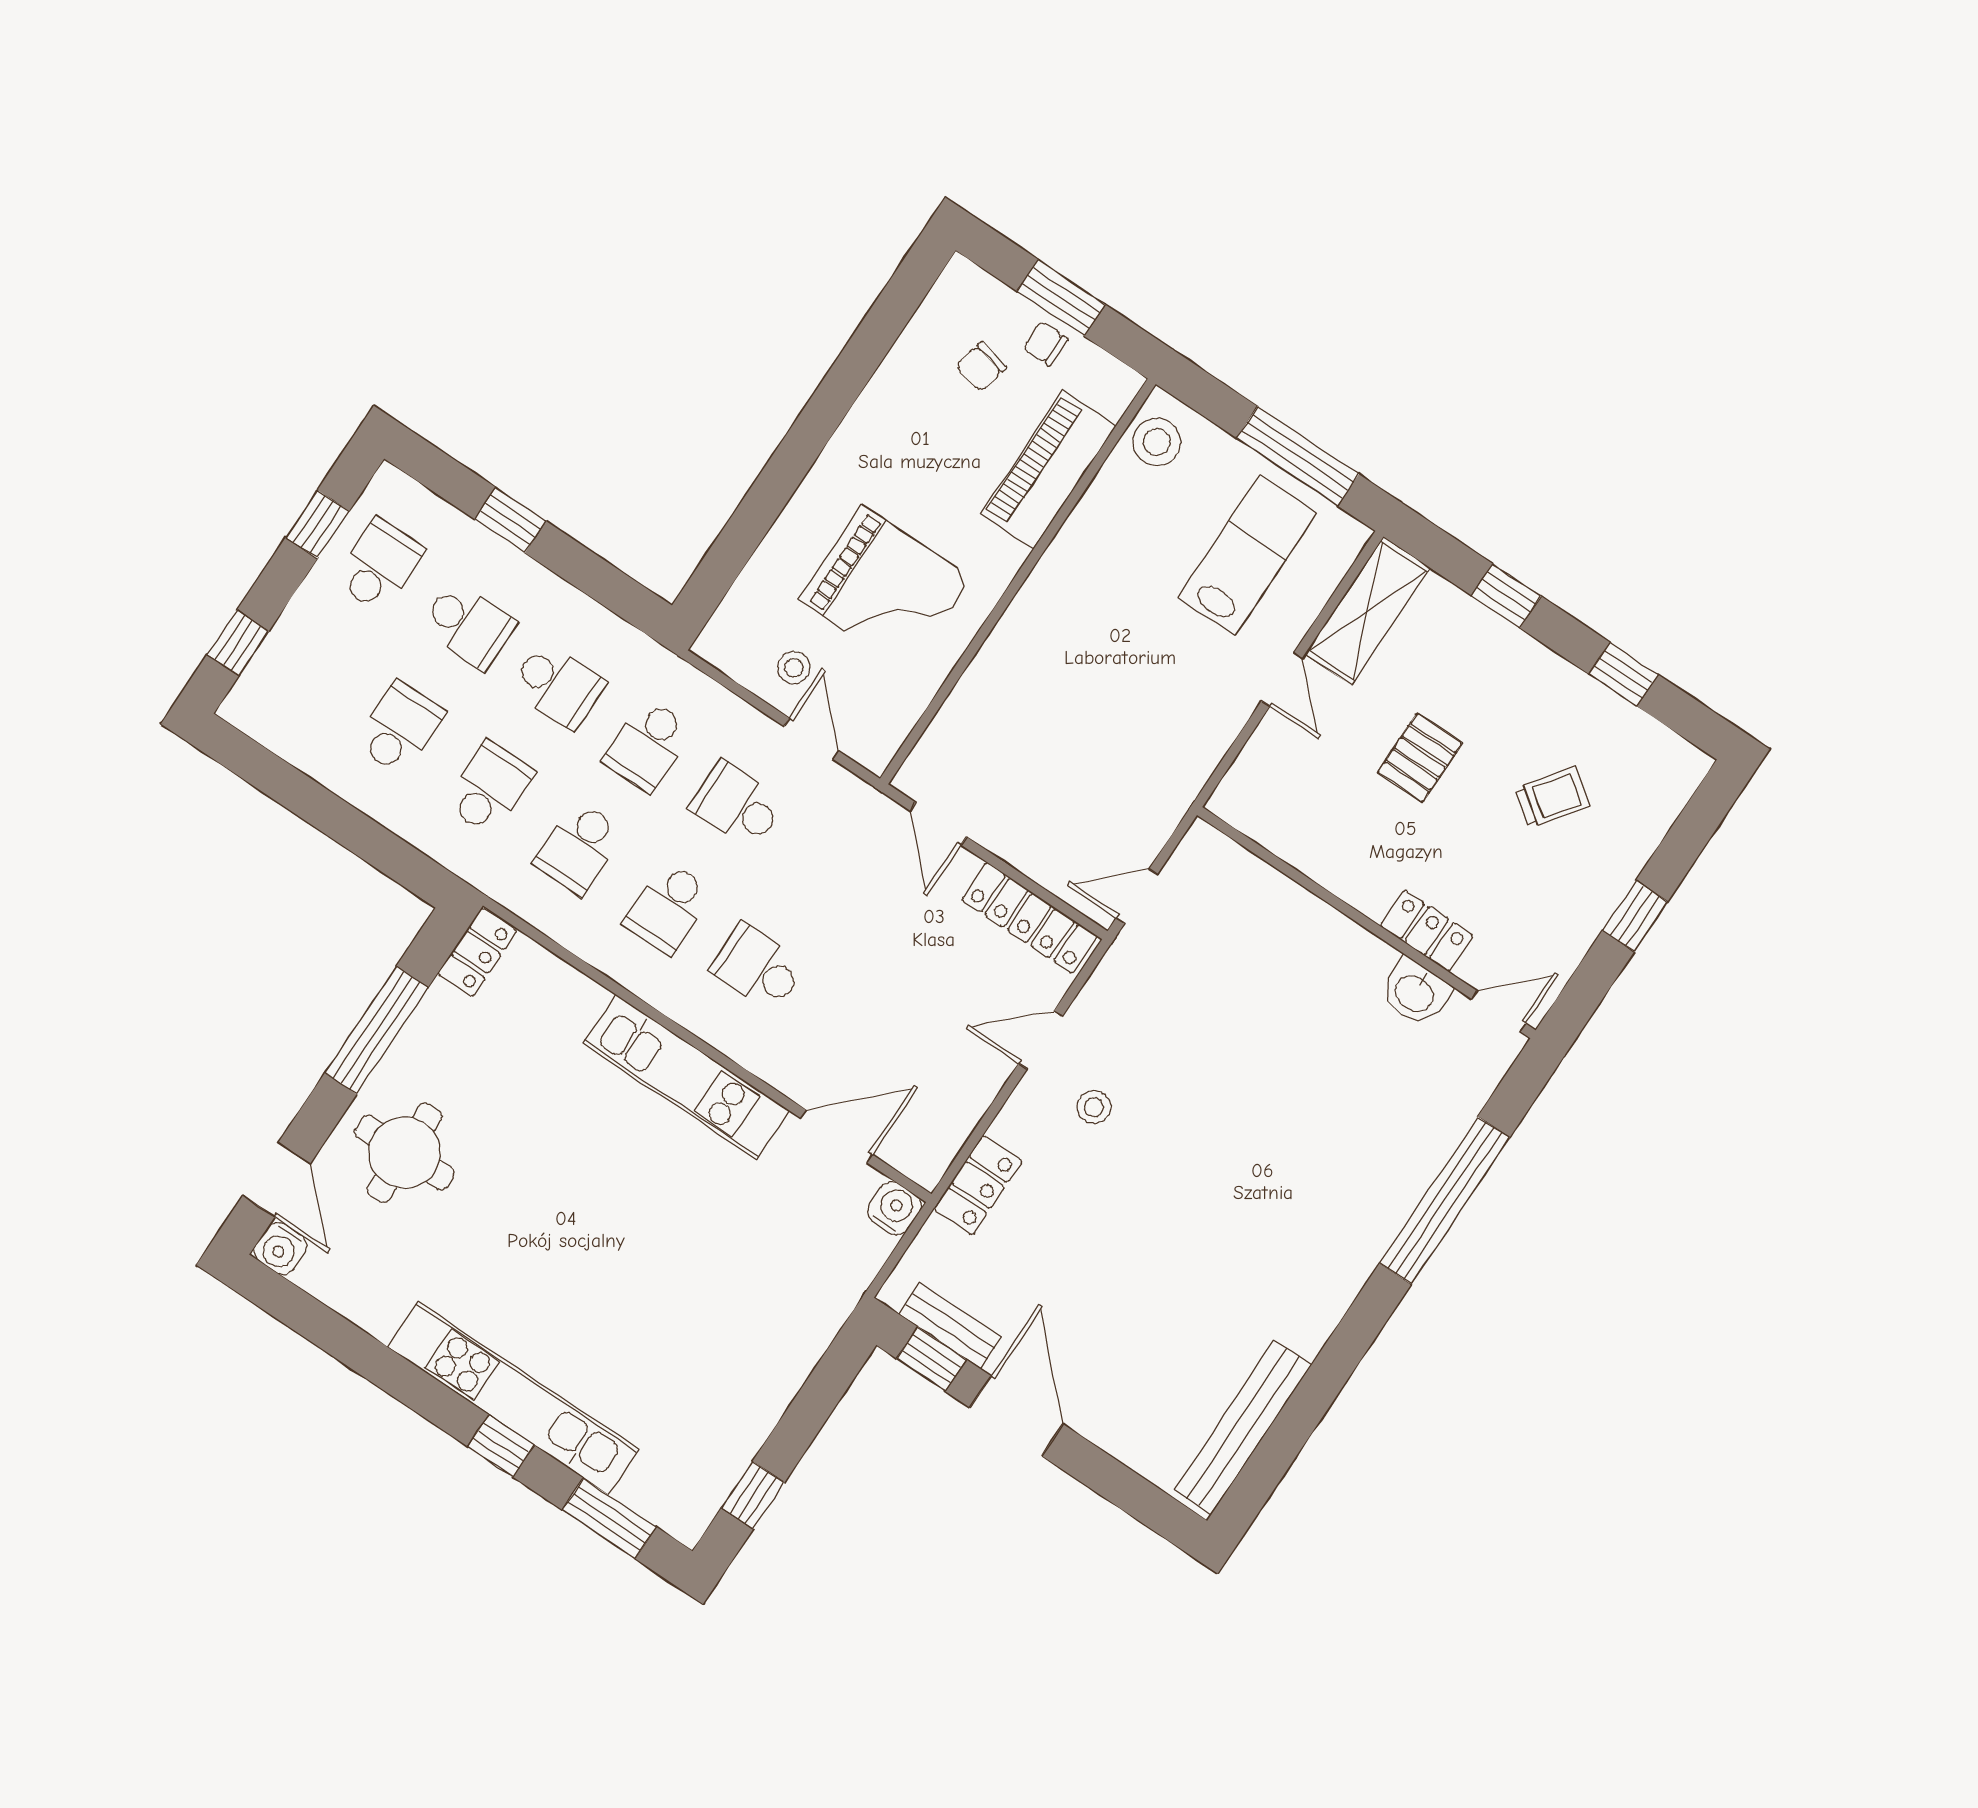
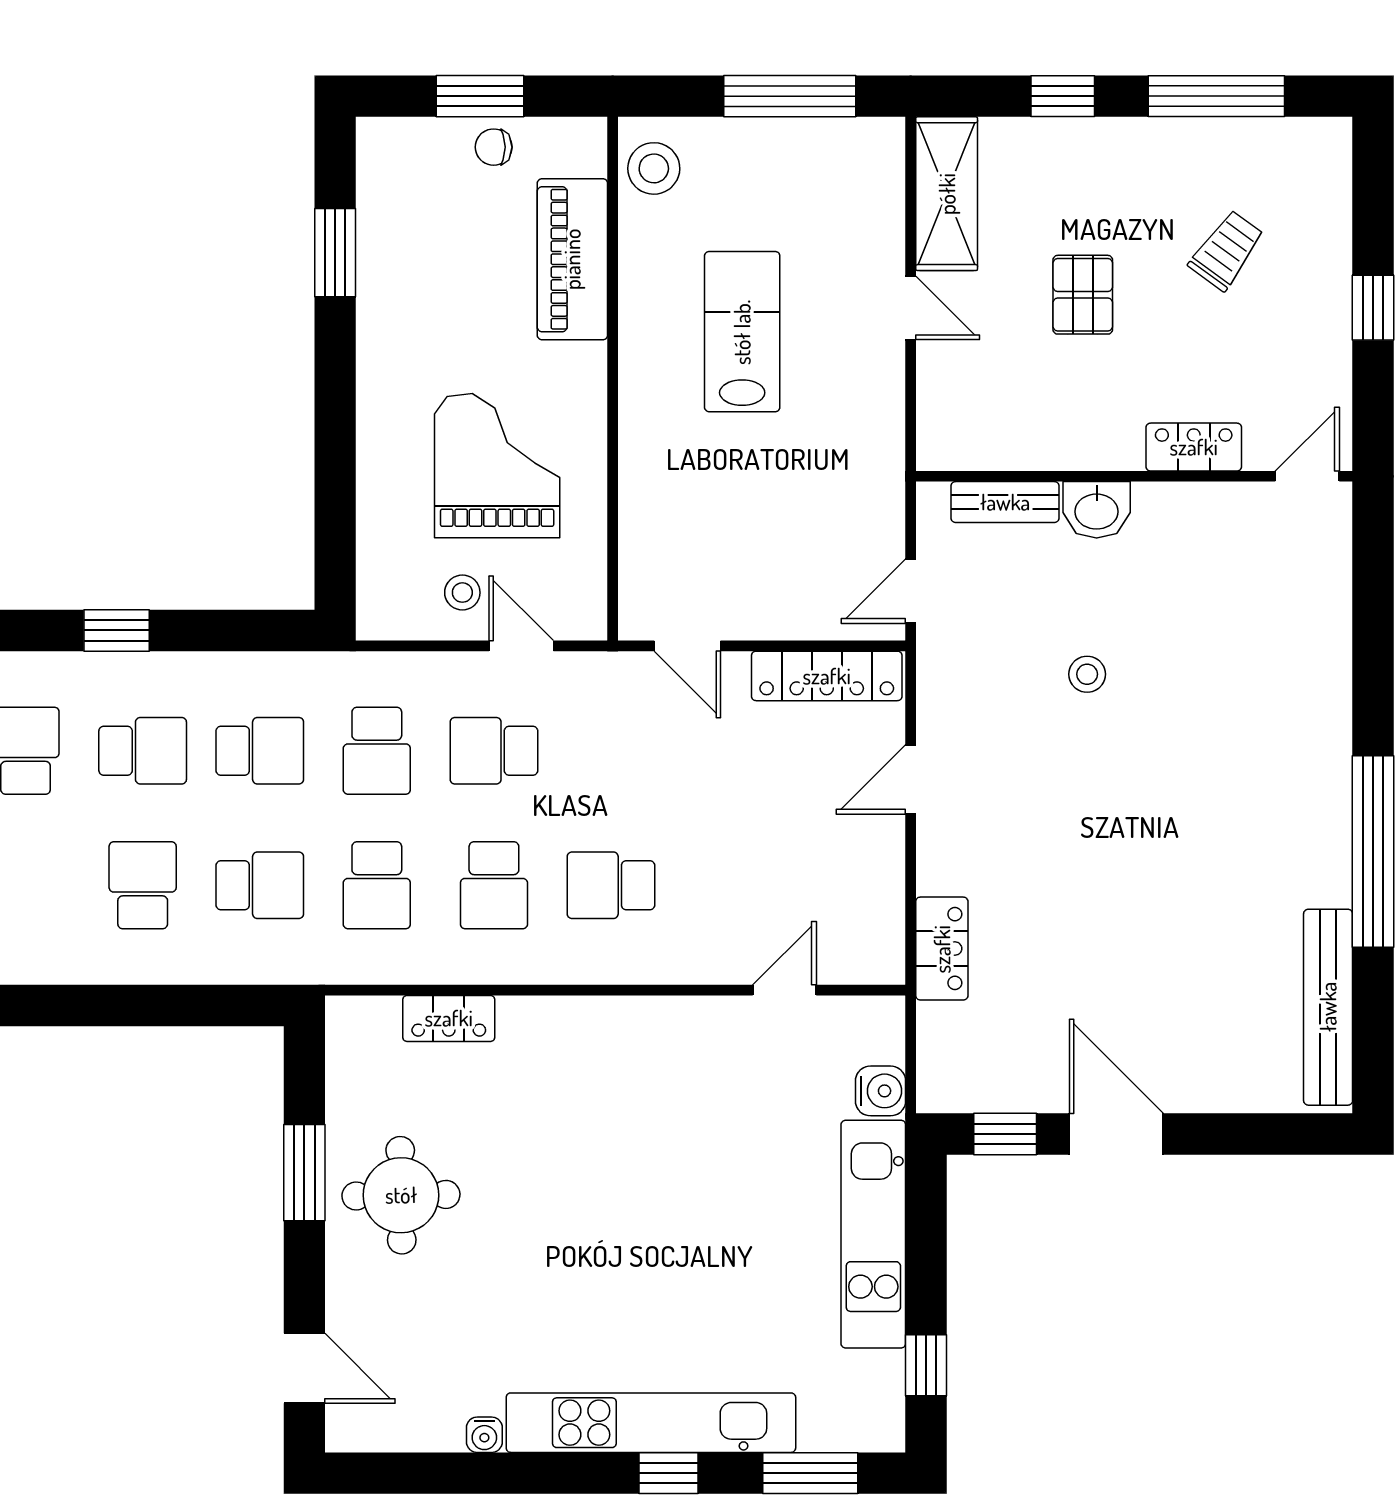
window: (870, 343) -> (335, 253), added
chair: (981, 367) -> (449, 207), removed
lab bench: (1247, 555) -> (742, 332), moved
grand piano: (885, 589) -> (497, 466), turned -90
window: (1623, 674) -> (1216, 96), width x2.17
school desk: (489, 788) -> (260, 885), turned 90
locker: (477, 952) -> (449, 1018), moved, turned 90
washbasin: (1415, 992) -> (1097, 510), moved
window: (376, 1030) -> (304, 1173), width x0.69
kitchen unit: (686, 1077) -> (873, 1234), moved, turned 90
stool: (1094, 1107) -> (1087, 674), moved
door: (837, 1136) -> (785, 990), width x0.73
round table: (404, 1153) -> (401, 1195), moved
window: (1445, 1200) -> (1373, 851), moved
water cooler: (894, 1208) -> (881, 1091), moved, turned 90
water cooler: (280, 1248) -> (484, 1435), moved, width x0.72, depth x0.72
bench: (950, 1326) -> (1005, 502), moved

